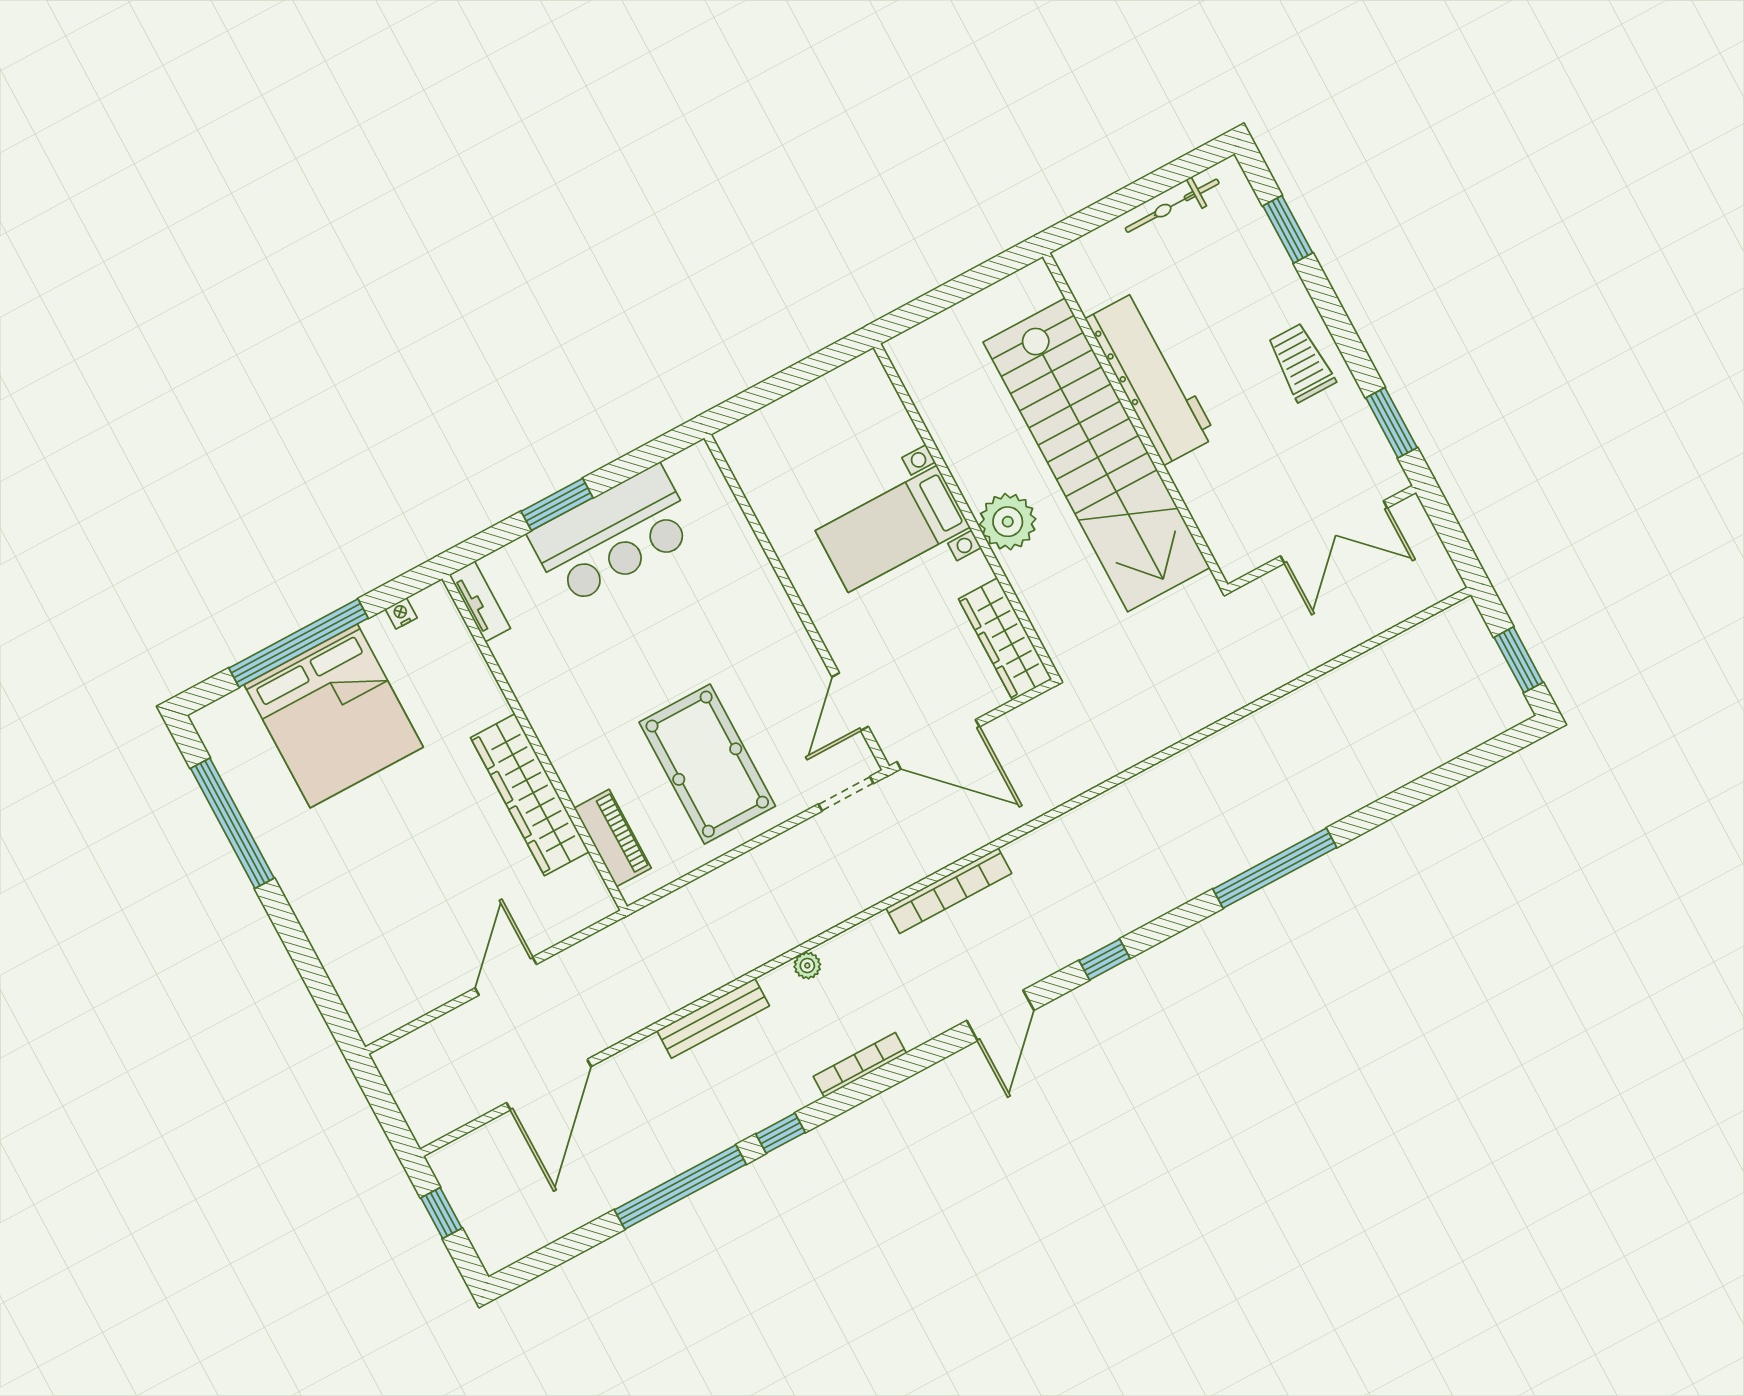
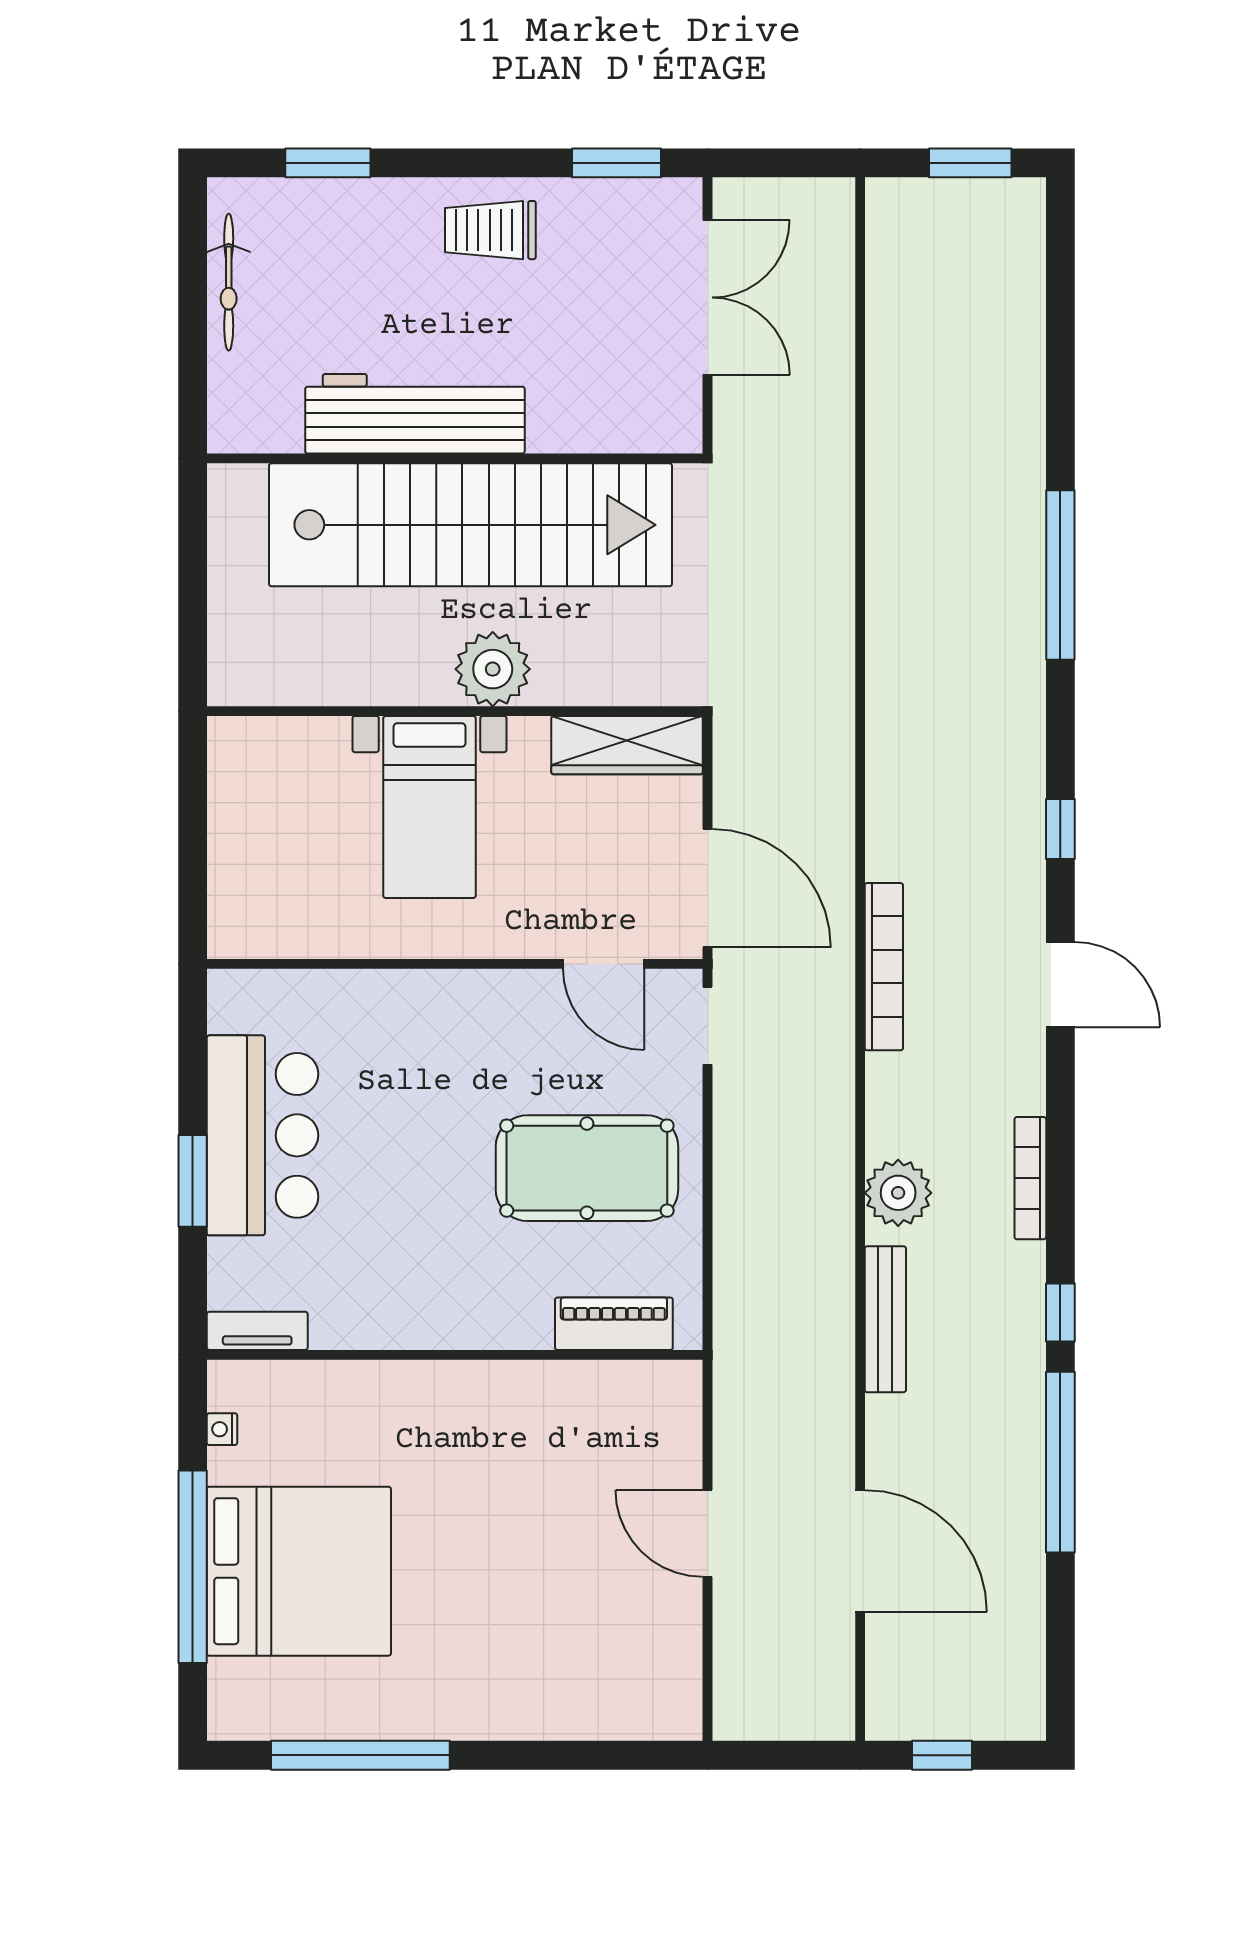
door: (938, 744) -> (708, 888), hinge flipped
wardrobe: (530, 795) -> (512, 1393), removed
plant: (807, 965) -> (898, 1193), width x1.88, depth x1.88

